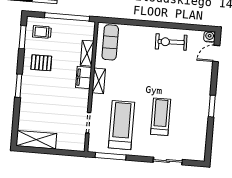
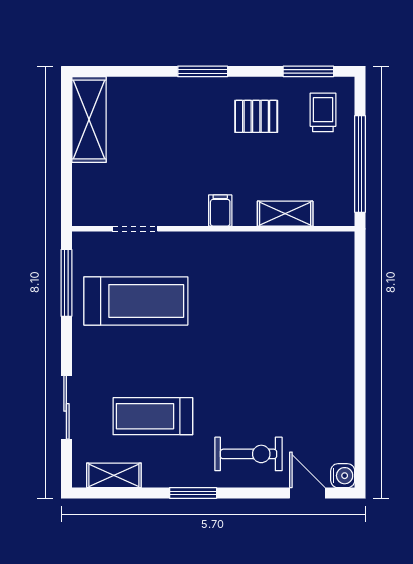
exercise mat: (110, 42) -> (313, 262), removed
exercise bike: (171, 42) -> (248, 454), moved, turned 92
pallet: (41, 63) -> (256, 116), turned 90
filing cabinet: (84, 78) -> (220, 211), width x0.50
shelving: (99, 81) -> (114, 475), moved
treadmill: (161, 117) -> (153, 416), moved, turned 180

